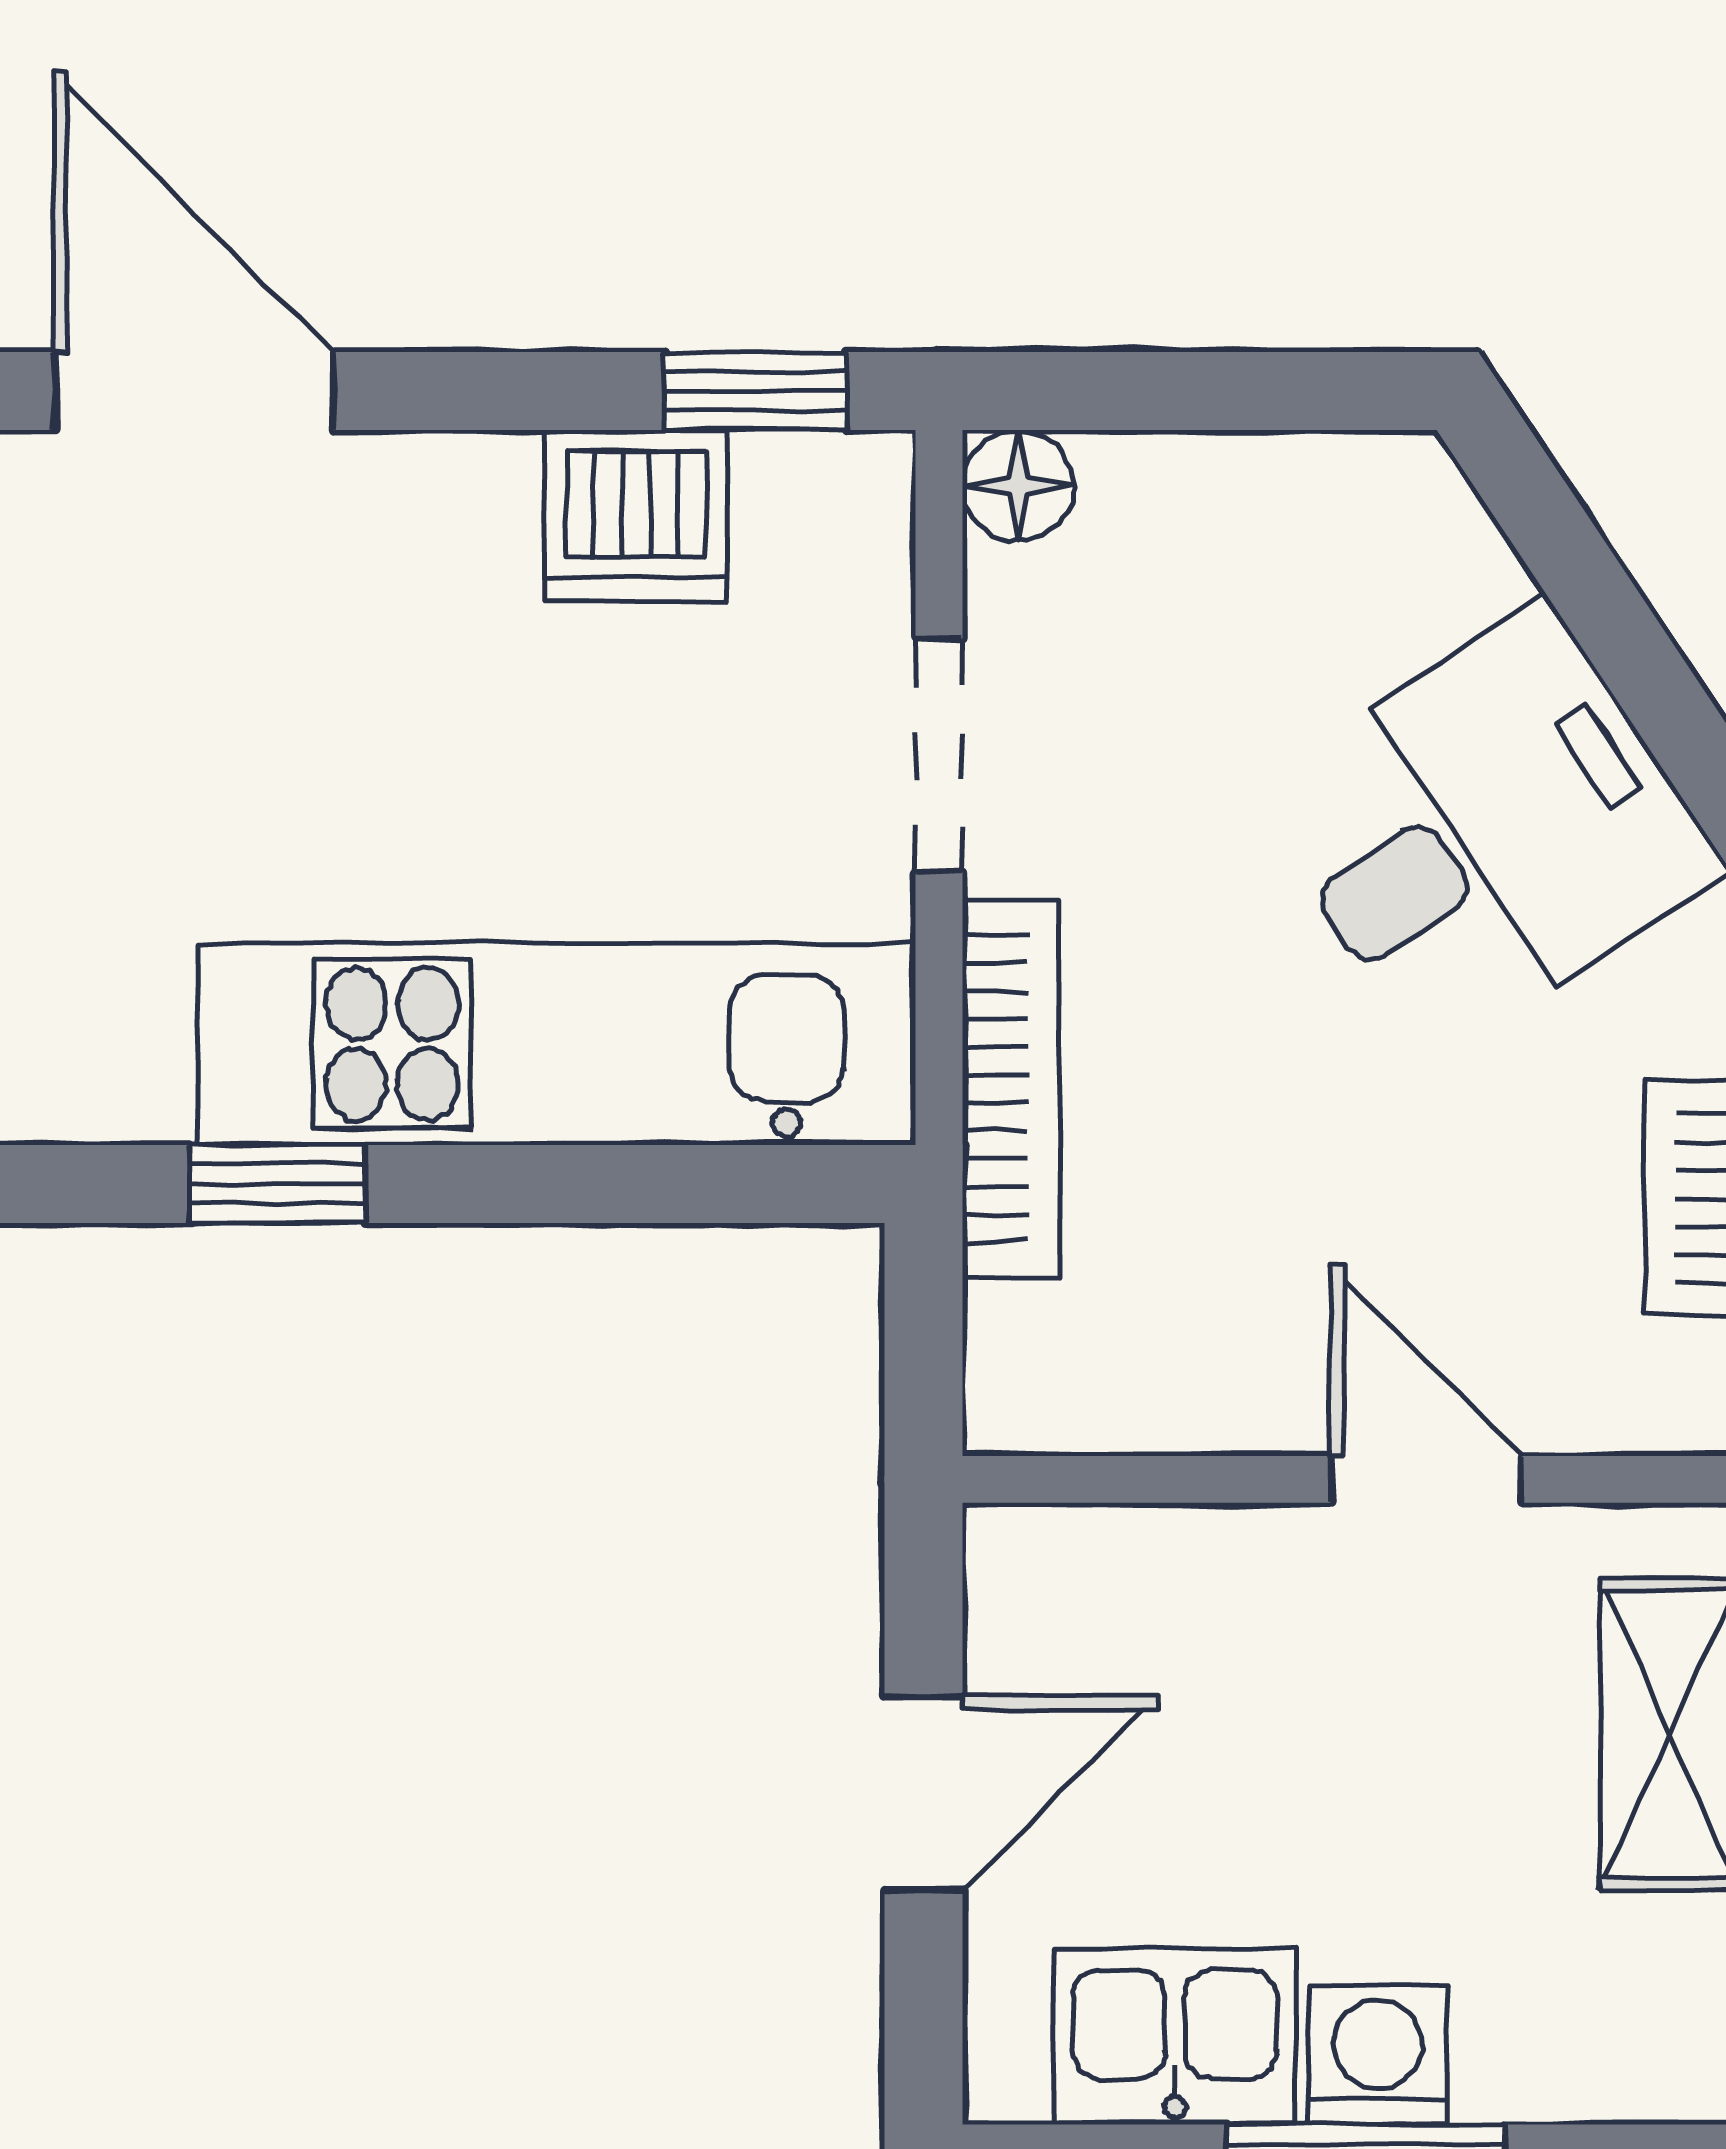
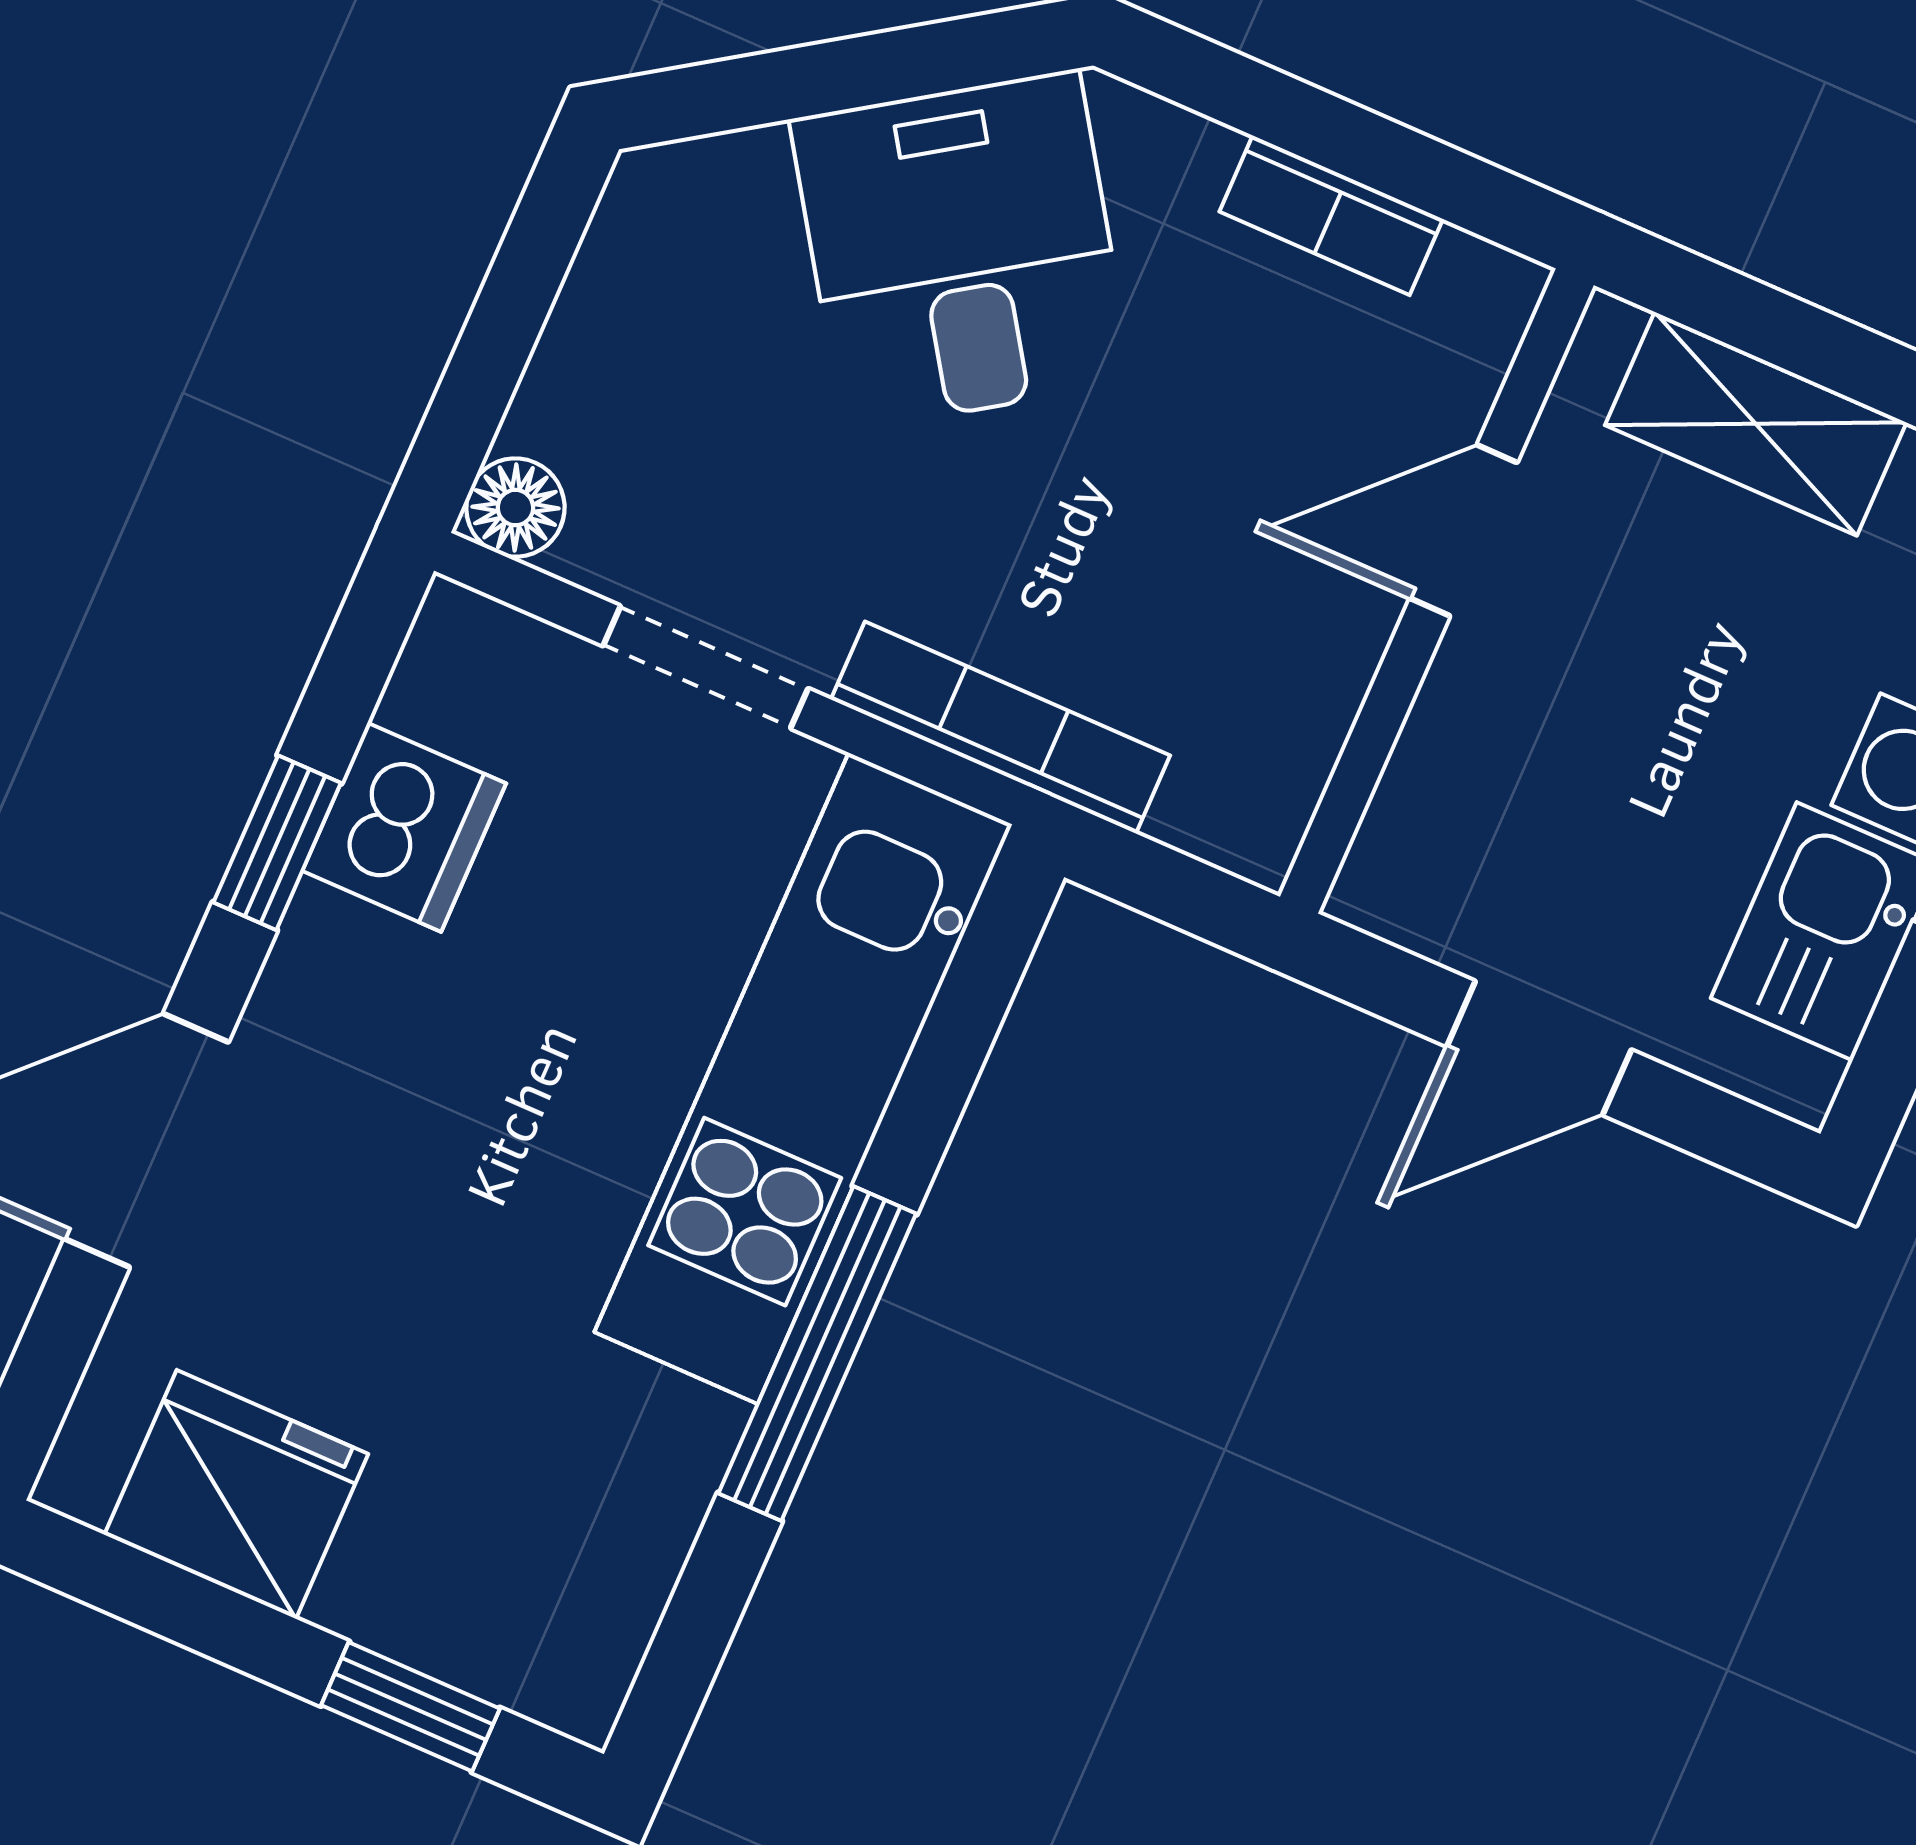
window: (755, 391) -> (277, 843), moved
window: (278, 1184) -> (817, 1354), width x2.17
door: (923, 1793) -> (1539, 1048), swing flipped

